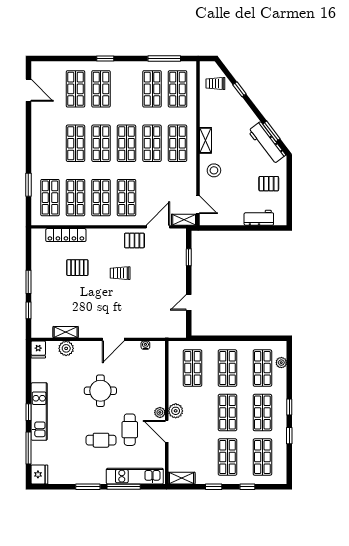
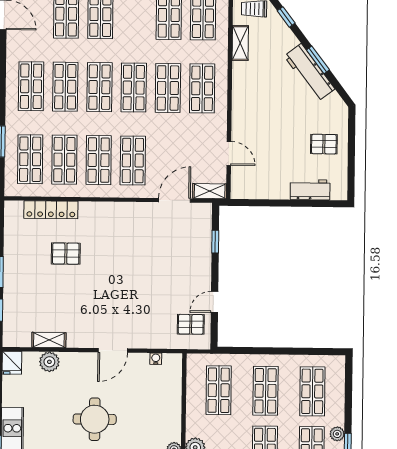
window: (271, 131) -> (318, 60), moved
shelving: (205, 140) -> (240, 43), moved
shop shelf: (50, 143) -> (31, 86), added
workbench: (267, 143) -> (310, 72), moved
stool: (214, 170) -> (251, 125), removed
door: (198, 205) -> (229, 153), moved
pallet: (134, 240) -> (191, 324), moved
trolley: (120, 273) -> (123, 262), removed
plant: (281, 363) -> (337, 434), moved

